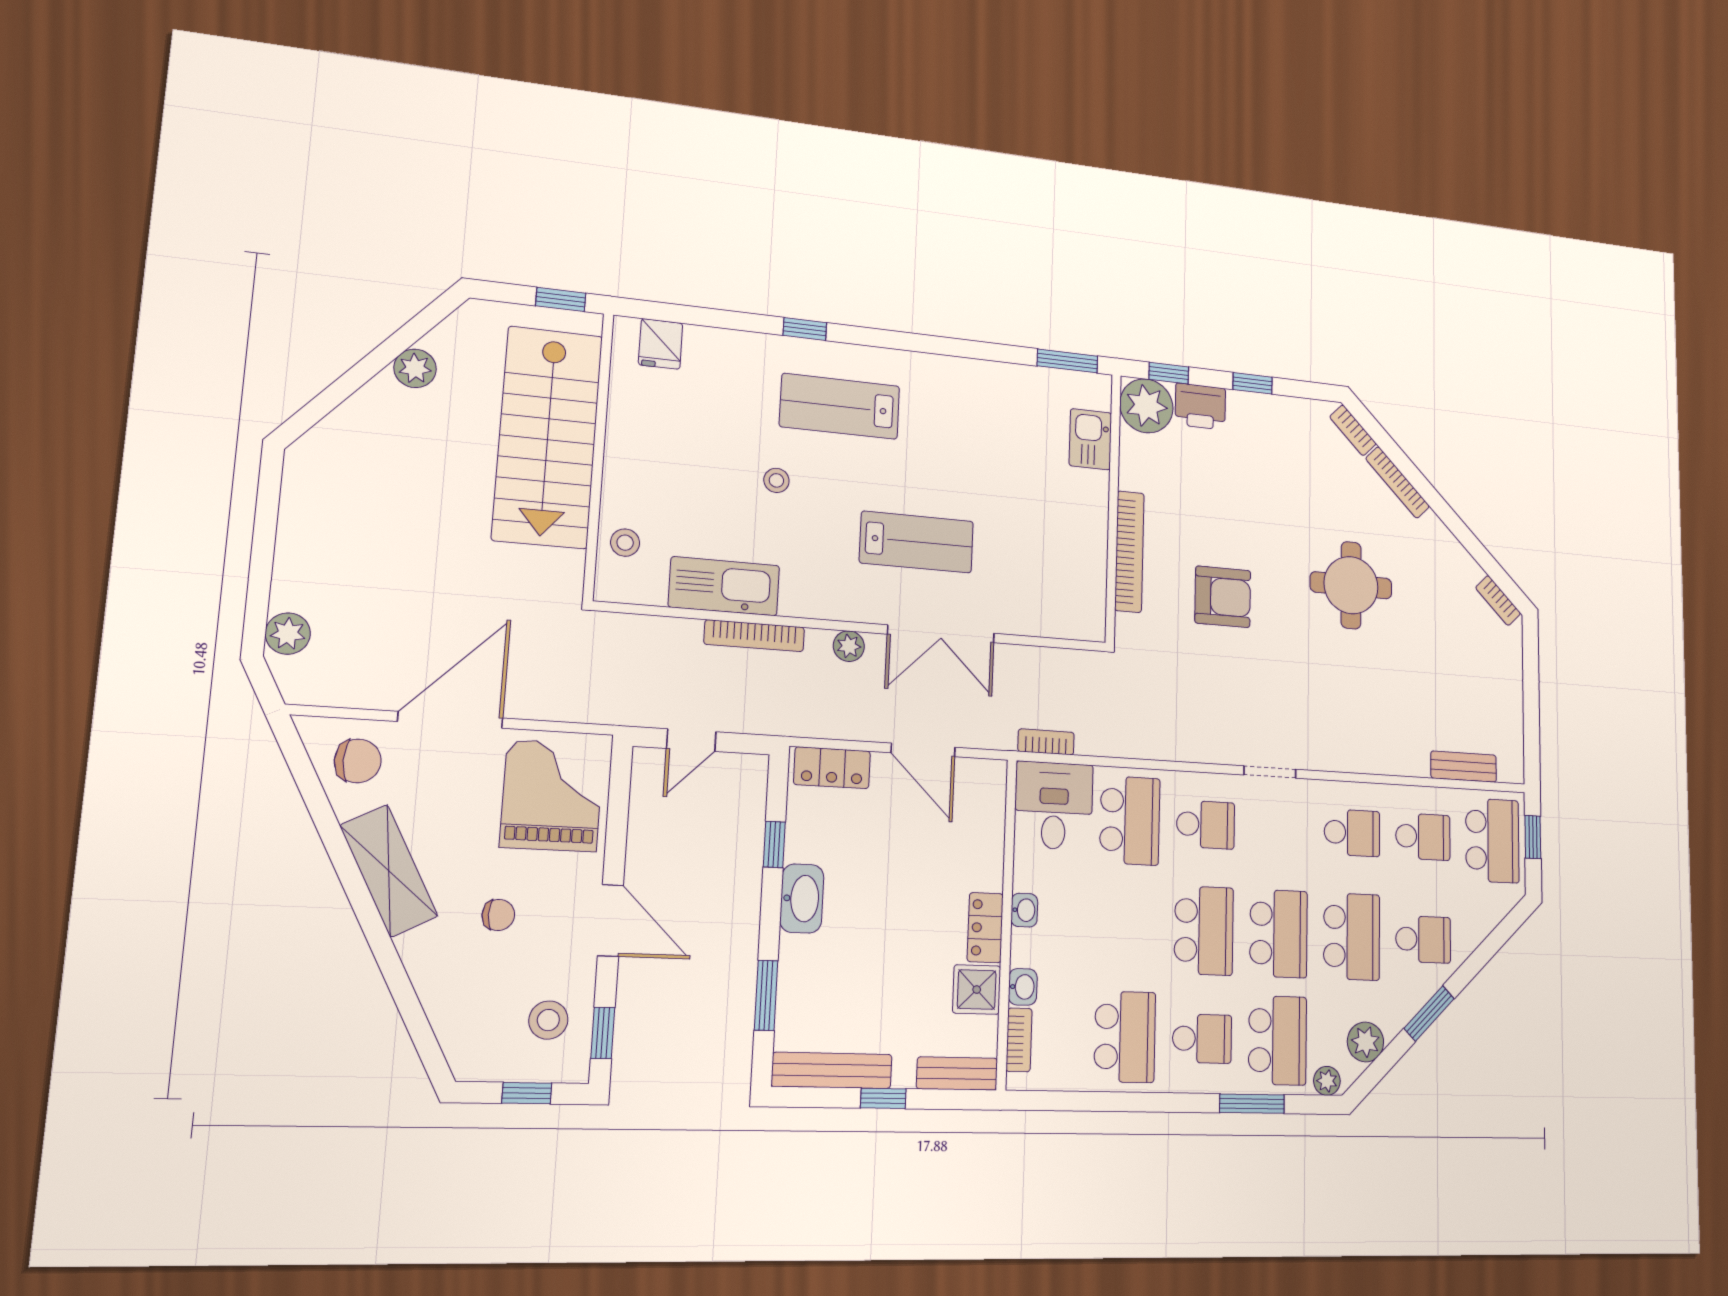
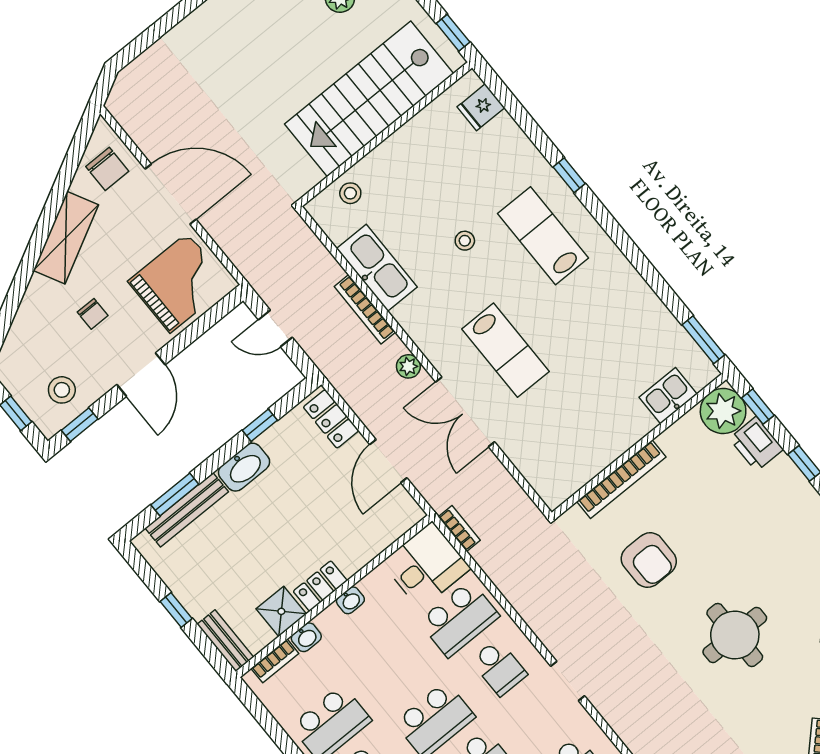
plant: (288, 634) -> (140, 72), removed
bench: (832, 1070) -> (187, 510), moved, turned 90

